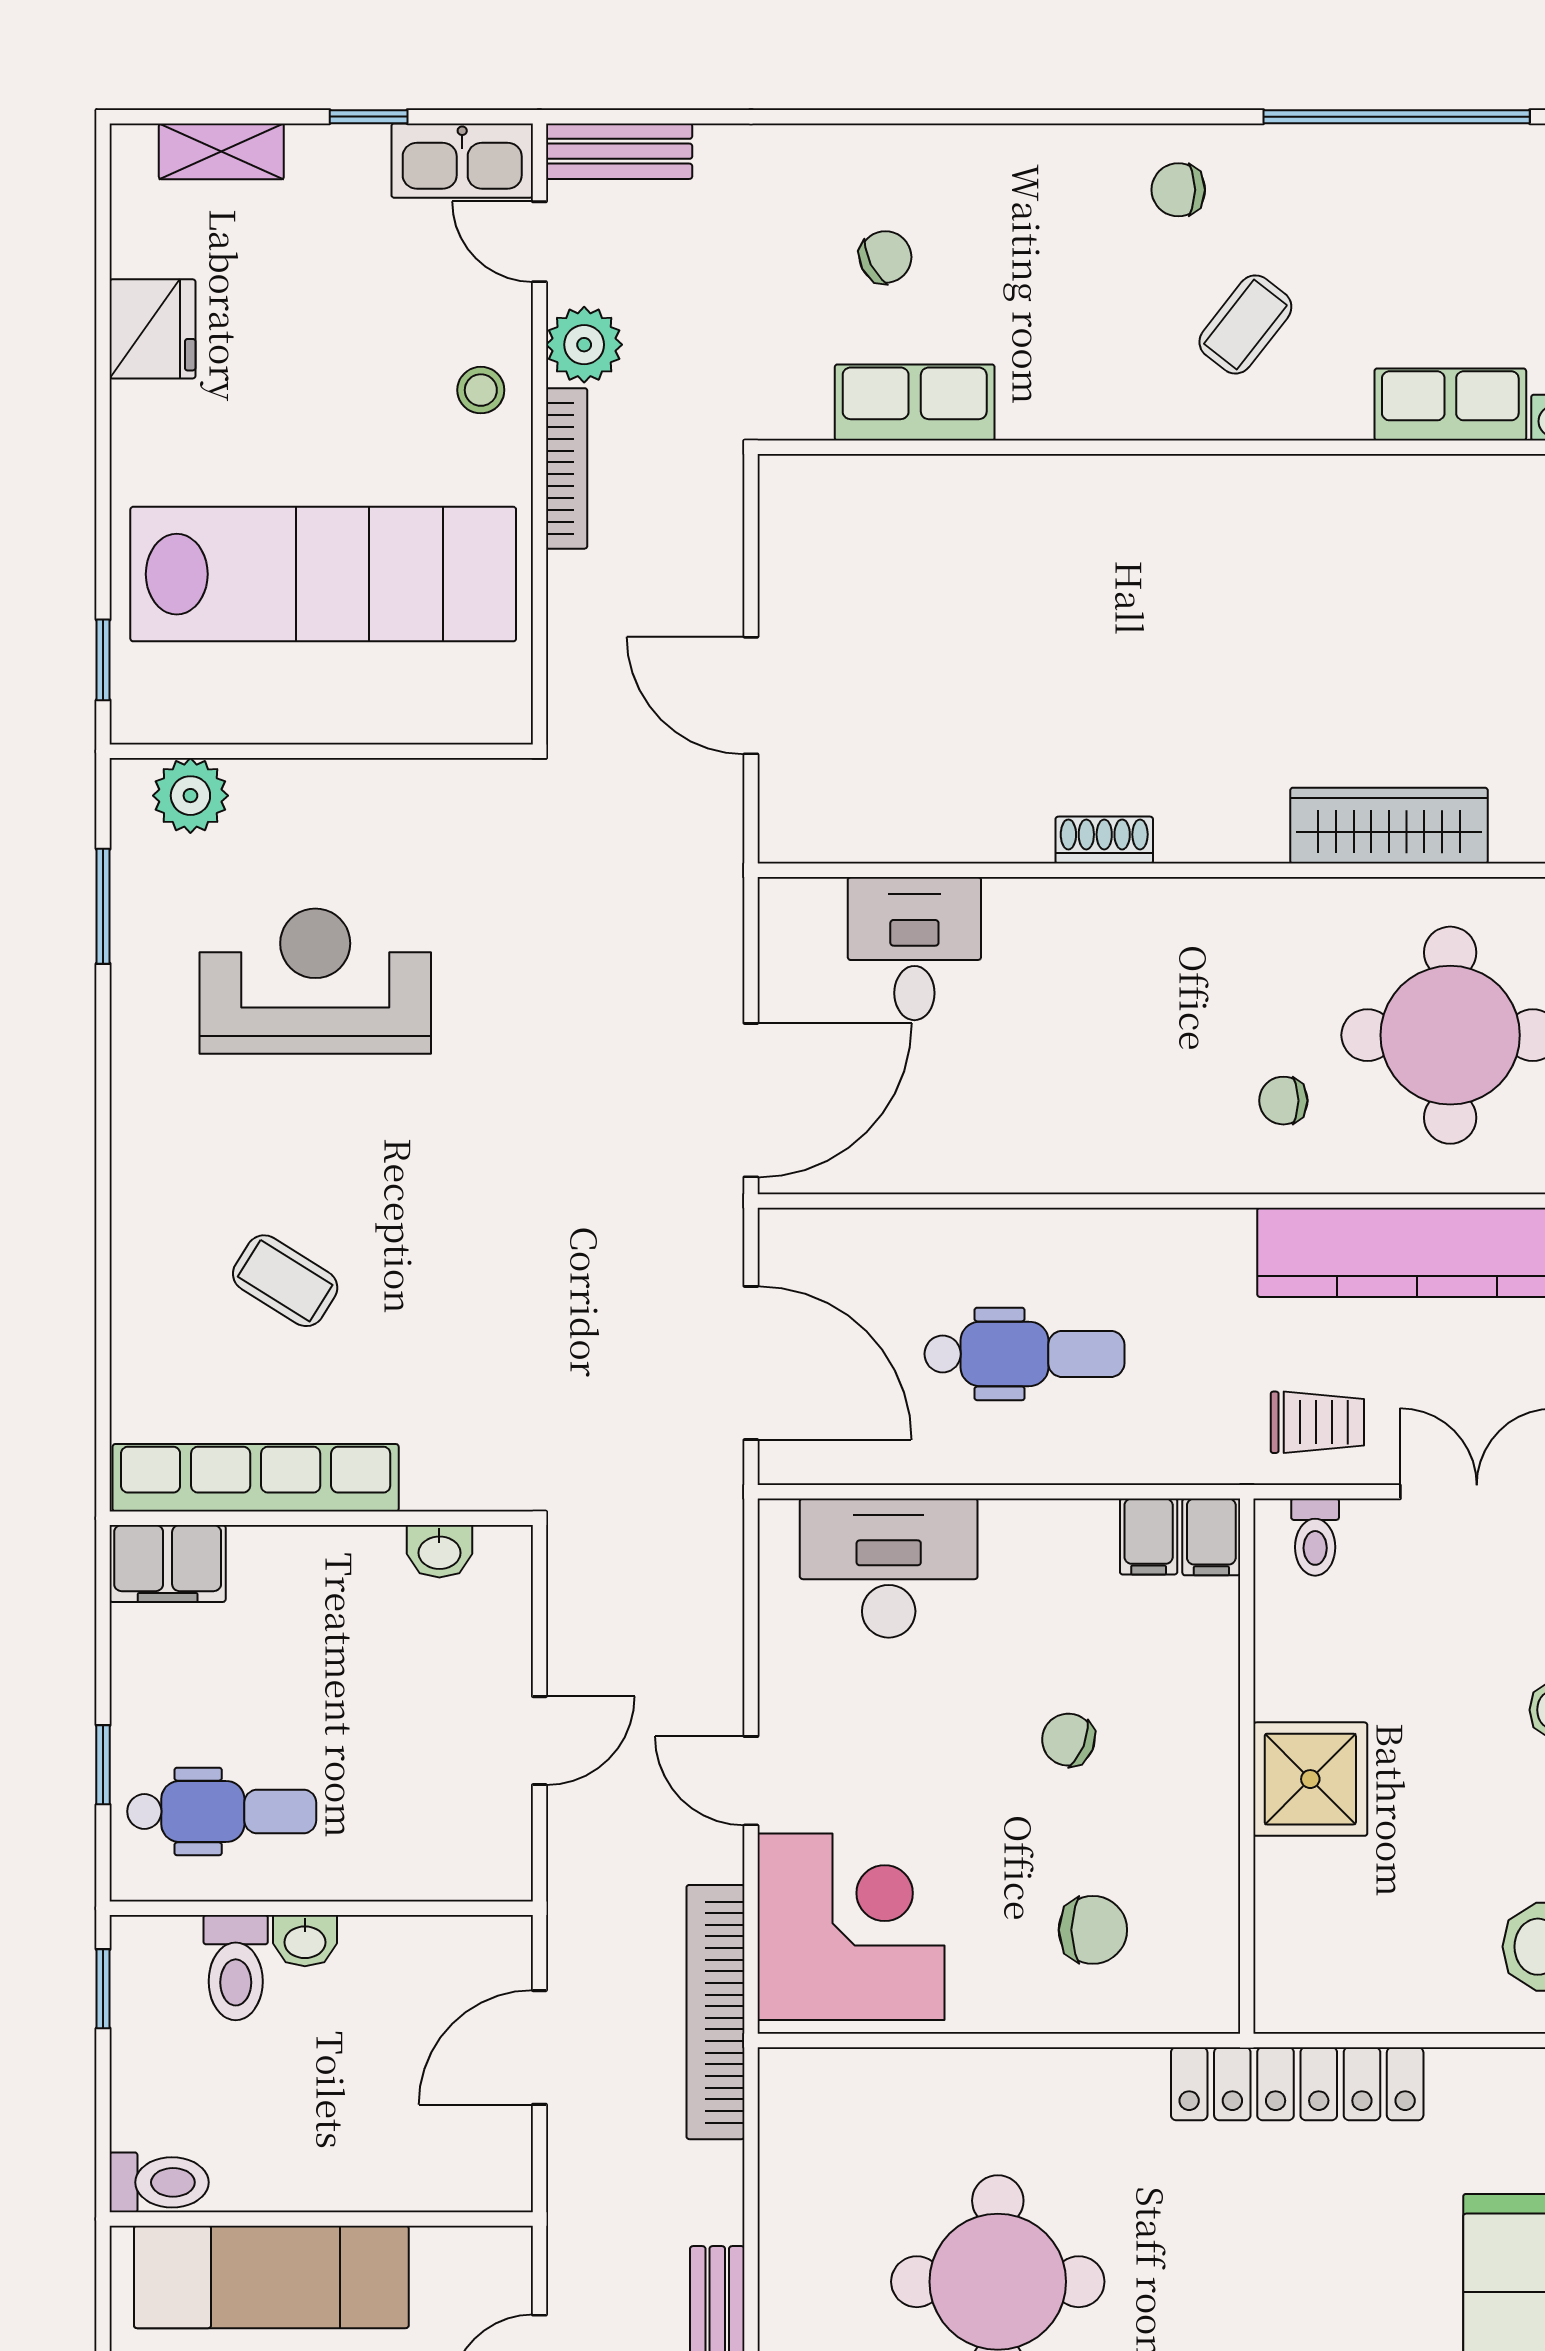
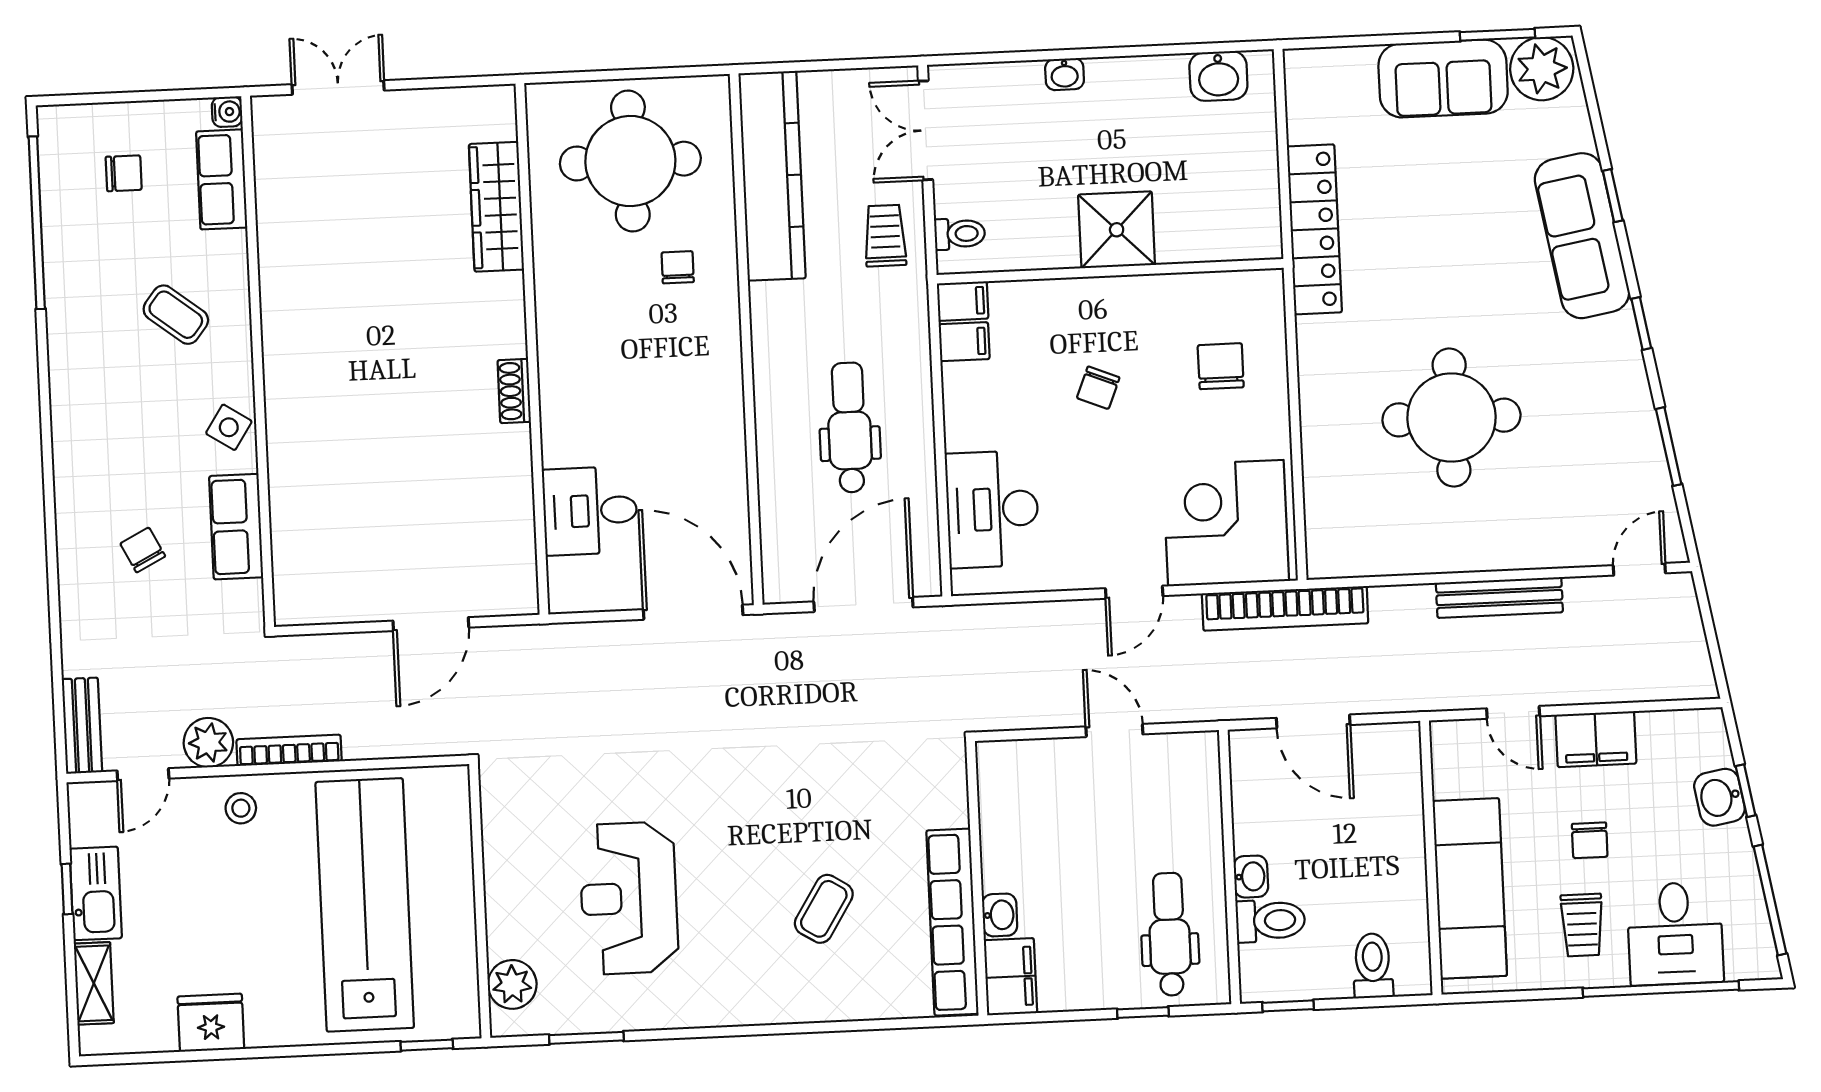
kitchen sink: (462, 161) -> (96, 893), moved
chair: (1178, 190) -> (124, 173), moved, turned -90
side table: (1068, 398) -> (229, 427), added
chair: (1283, 1101) -> (678, 267), turned 180
washbasin: (439, 1551) -> (1000, 915), moved
toilet: (159, 2182) -> (1373, 966), moved

